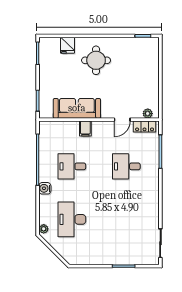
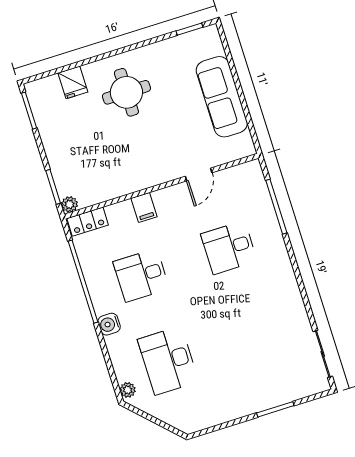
sofa: (77, 108) -> (222, 97), moved, turned -90
plant: (148, 114) -> (70, 204), moved
locker: (145, 127) -> (88, 222), moved

